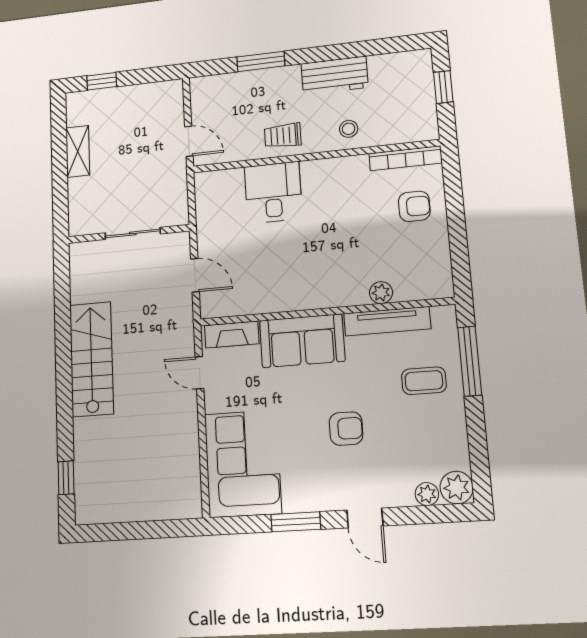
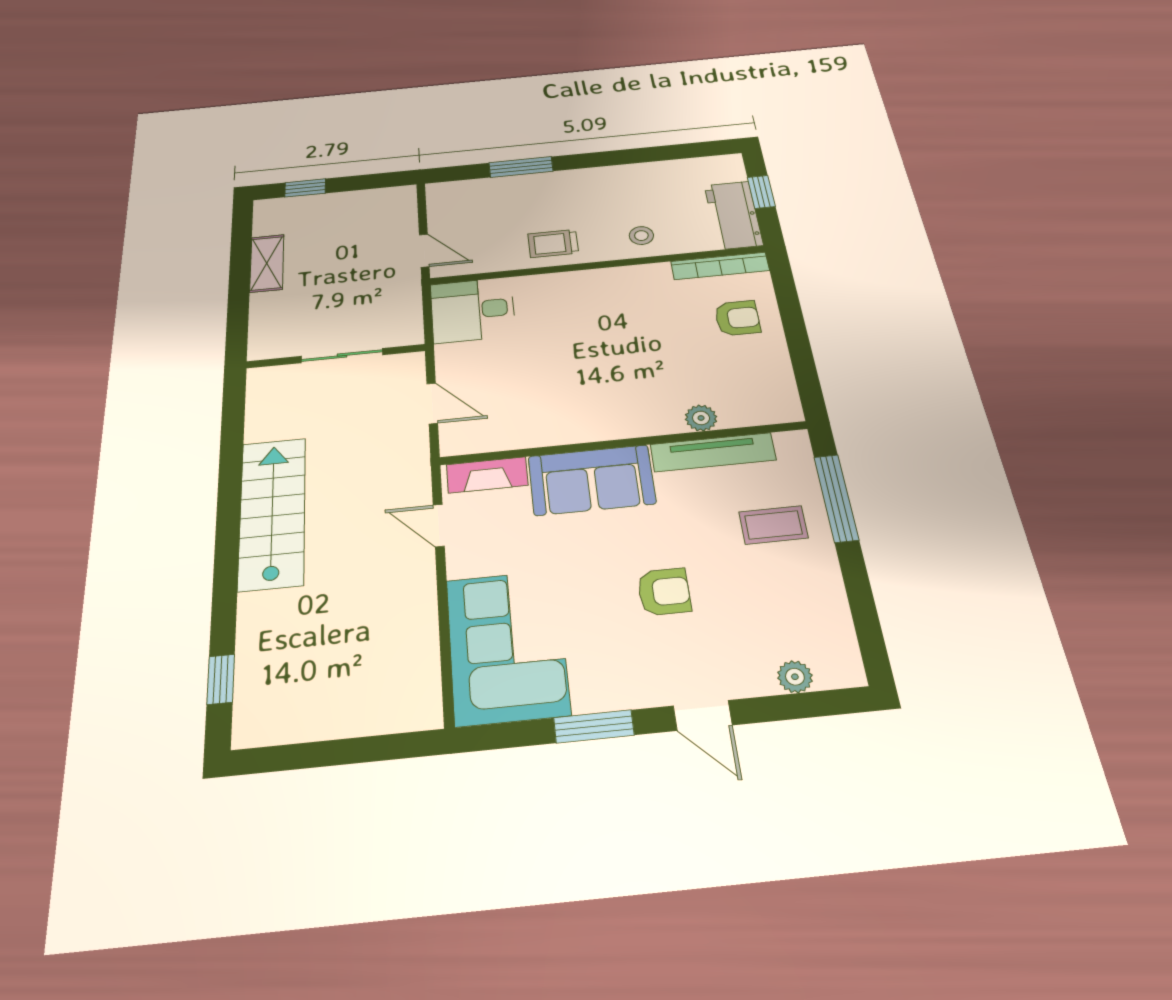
workbench: (335, 76) -> (734, 215), moved, turned 90
desk: (273, 192) -> (473, 310), moved, turned -90
plant: (457, 488) -> (839, 666), removed

